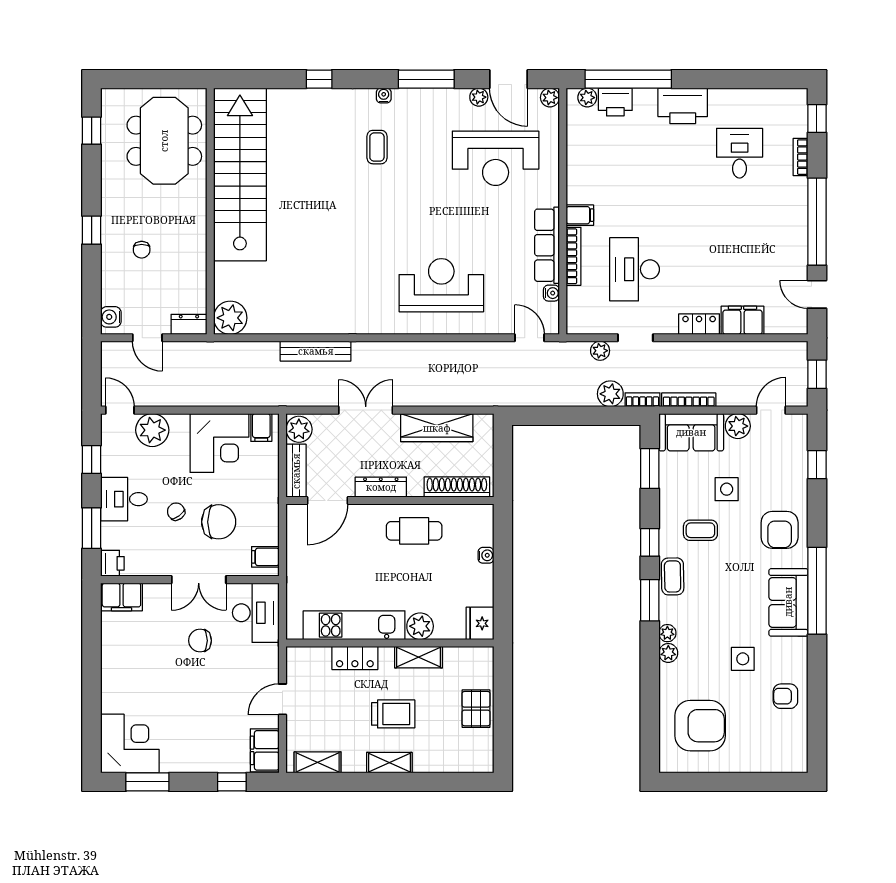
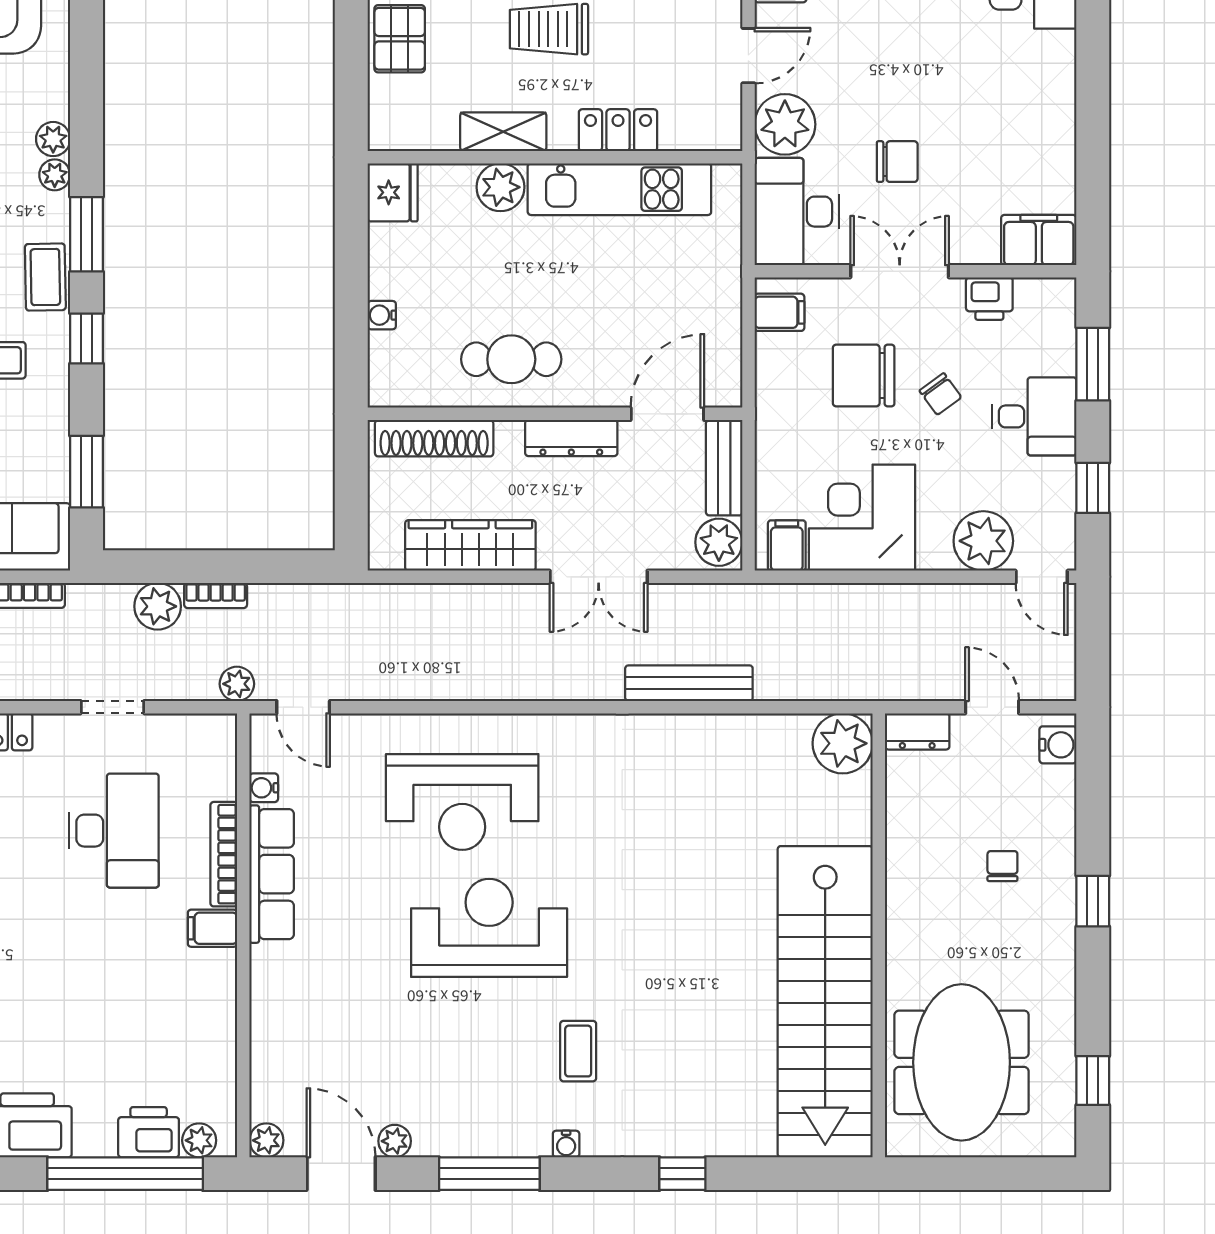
reception desk: (496, 158) -> (489, 928), moved
plant: (600, 351) -> (237, 684), moved
bookcase: (642, 400) -> (216, 595), moved
printer: (112, 563) -> (989, 299), moved, turned -90
plant: (262, 661) -> (785, 124), added

